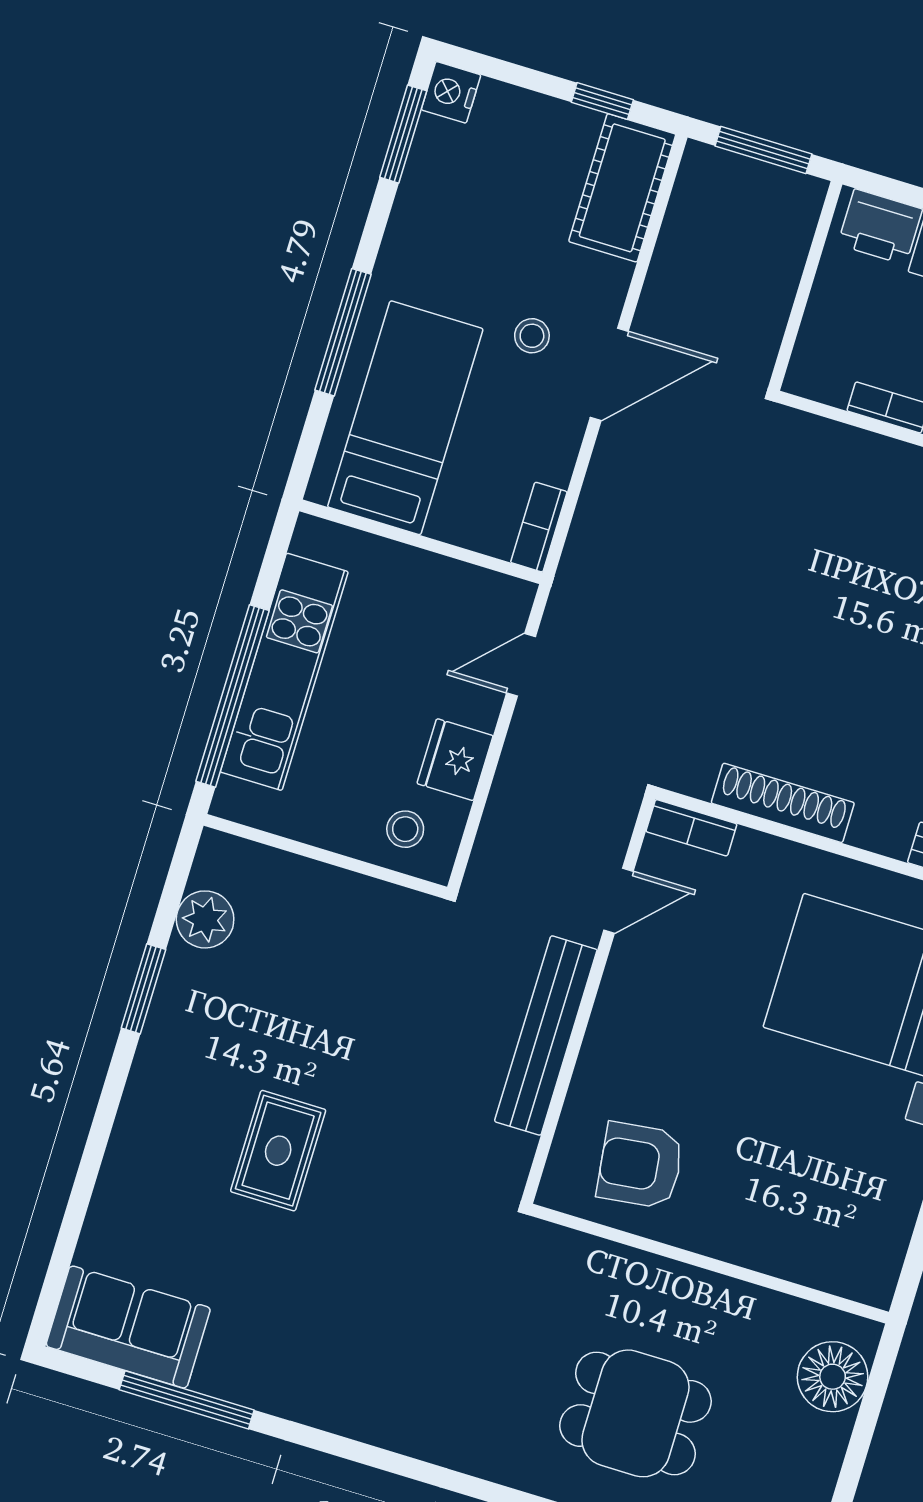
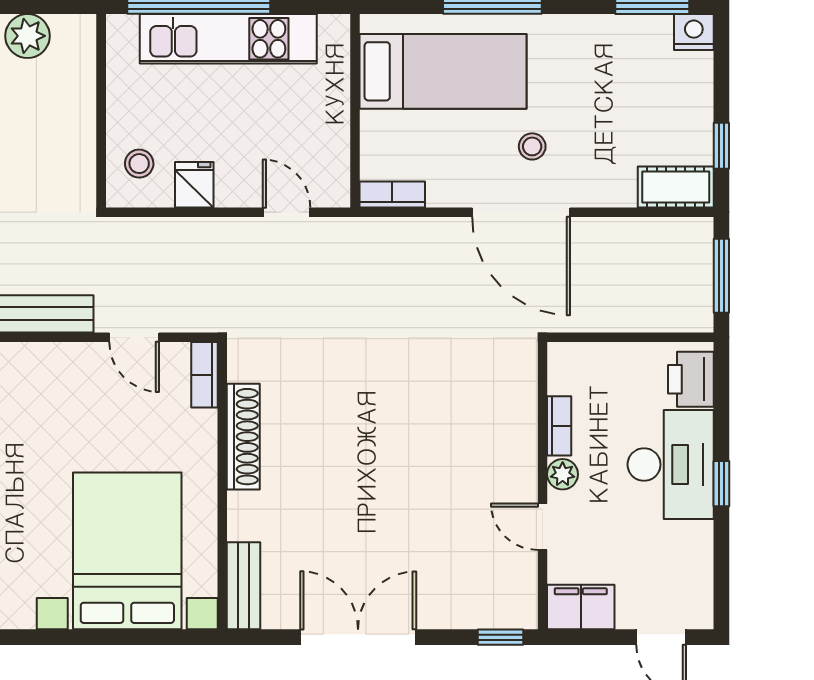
cot: (622, 188) -> (676, 187), width x0.73, depth x0.75
door: (609, 374) -> (521, 212), width x1.36
fridge: (455, 760) -> (194, 185), width x0.72

